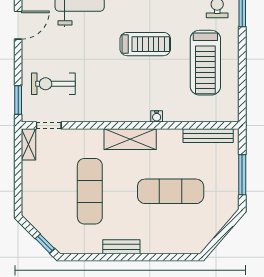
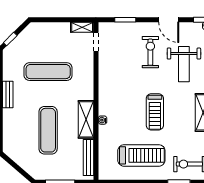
treadmill: (205, 63) -> (141, 155), turned 180
exercise bike: (53, 84) -> (150, 52), moved
window: (18, 100) -> (125, 20), moved
shelving: (130, 139) -> (86, 119), moved

